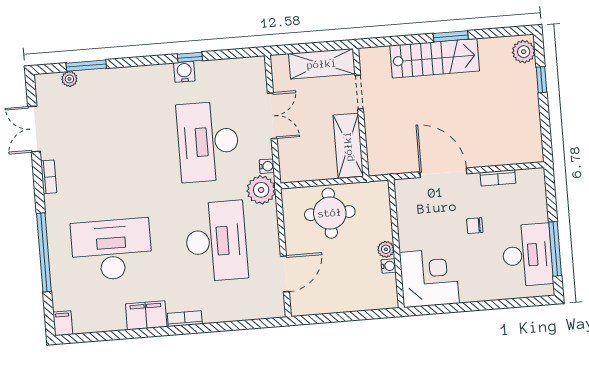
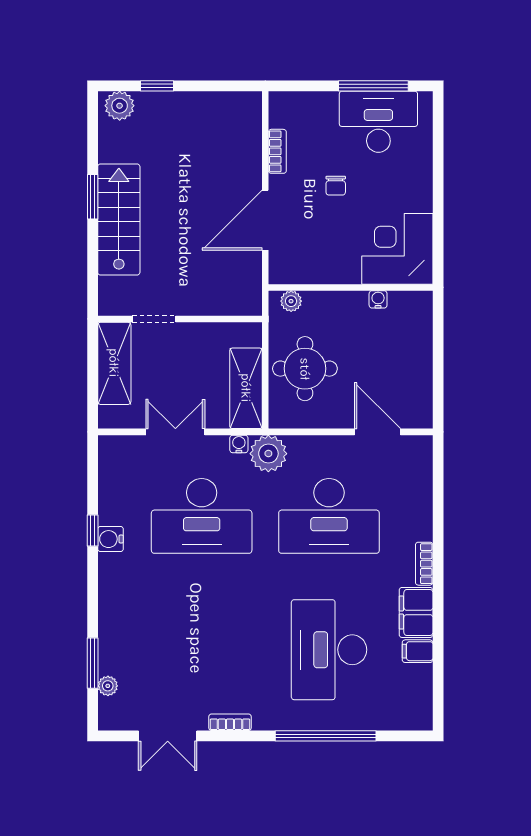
shelving: (348, 146) -> (246, 388), moved, turned 90
desk: (216, 241) -> (329, 516), turned 180
plant: (386, 249) -> (291, 301), moved
filing cabinet: (63, 323) -> (418, 651), moved

